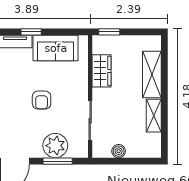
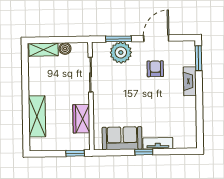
armchair: (42, 100) -> (155, 69), moved
shelving: (154, 116) -> (43, 50), moved, turned 90

